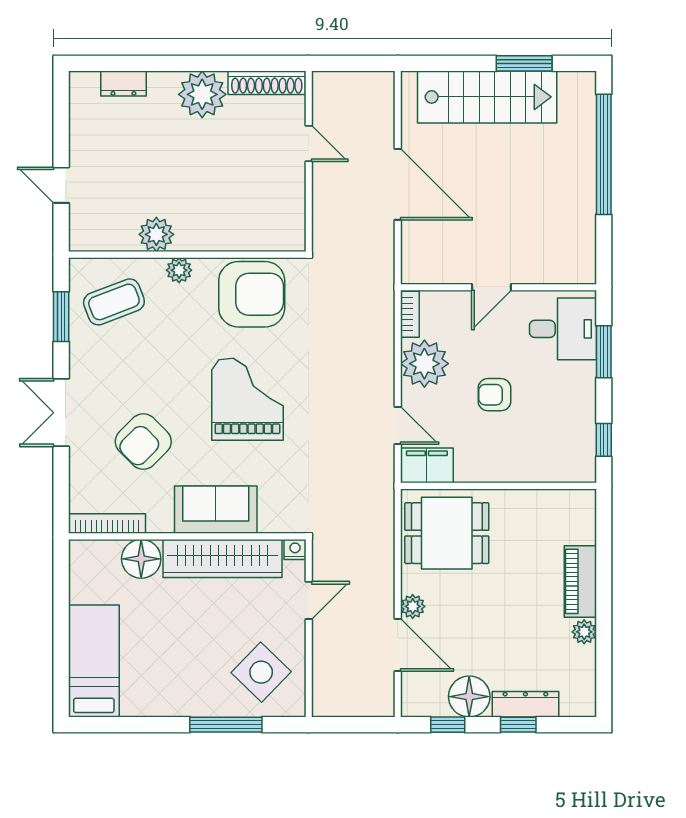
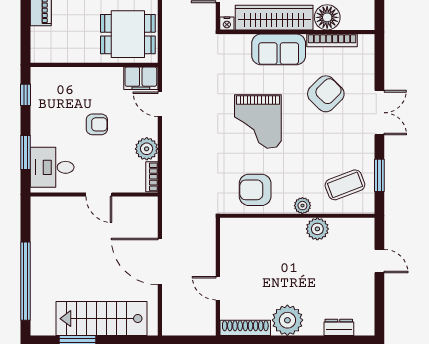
door: (491, 287) -> (99, 194), swing flipped
armchair: (252, 294) -> (255, 190), width x0.73, depth x0.73
plant: (424, 364) -> (147, 149), width x0.73, depth x0.73
bookcase: (107, 524) -> (332, 40), moved

